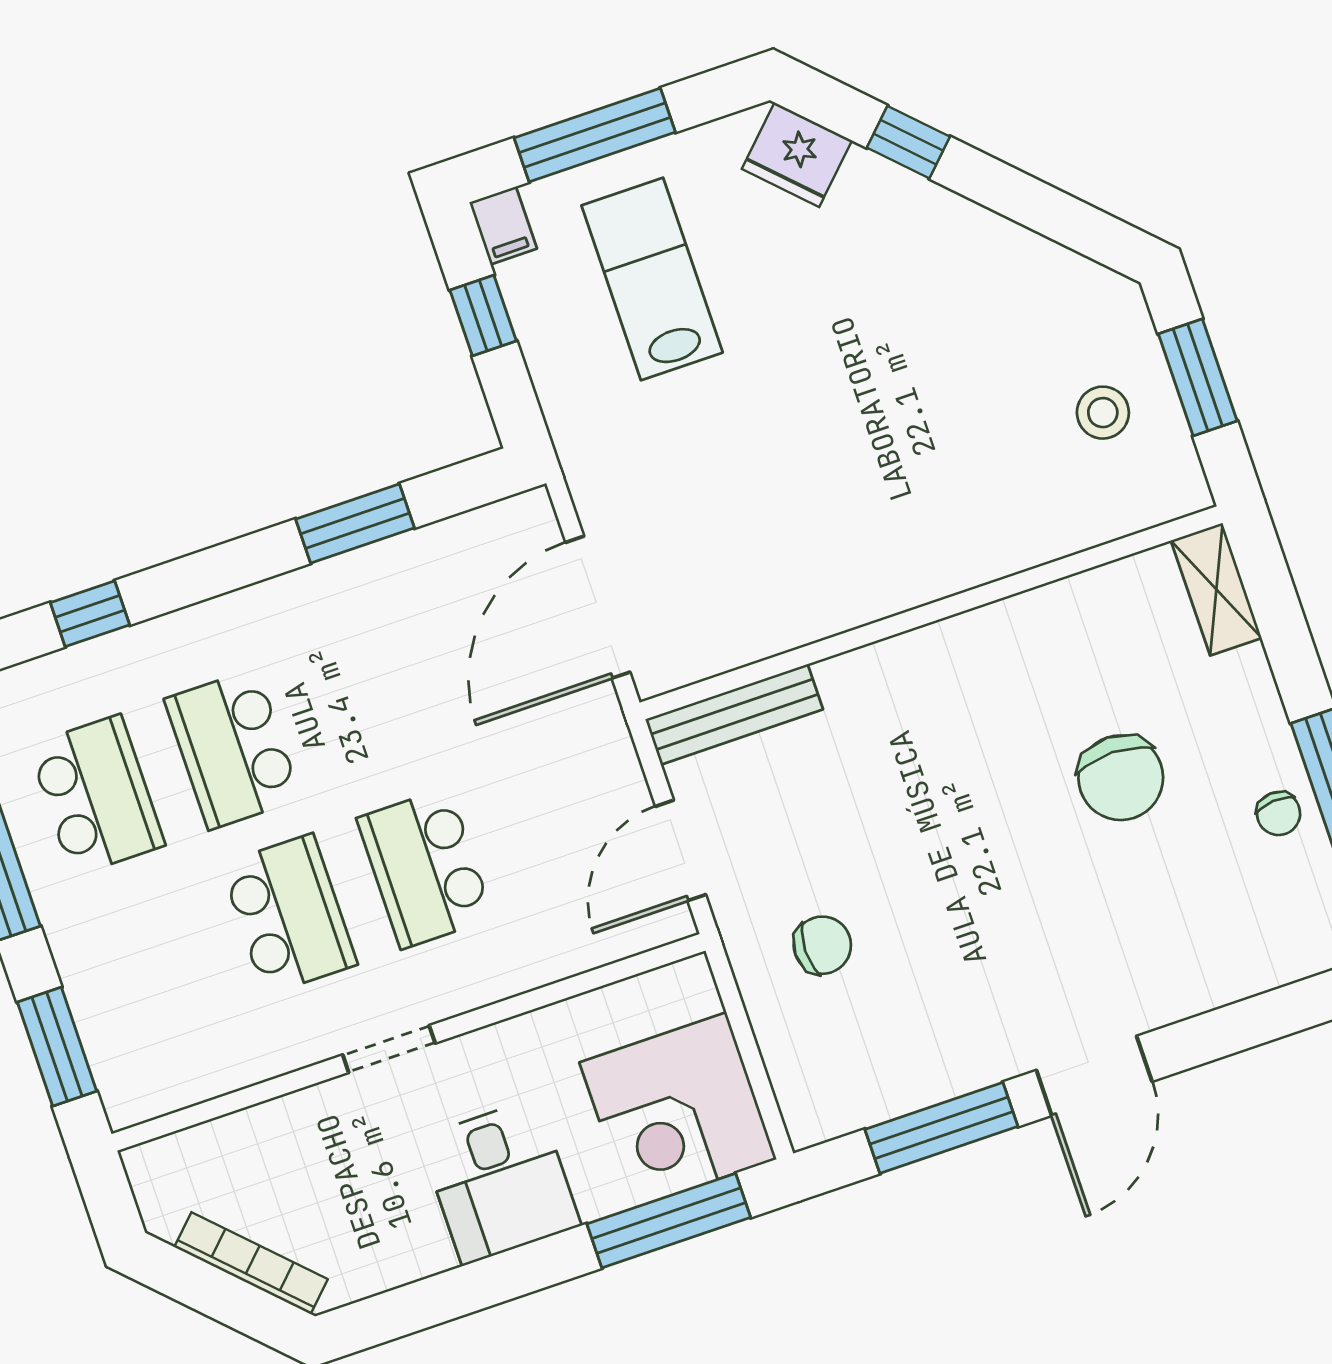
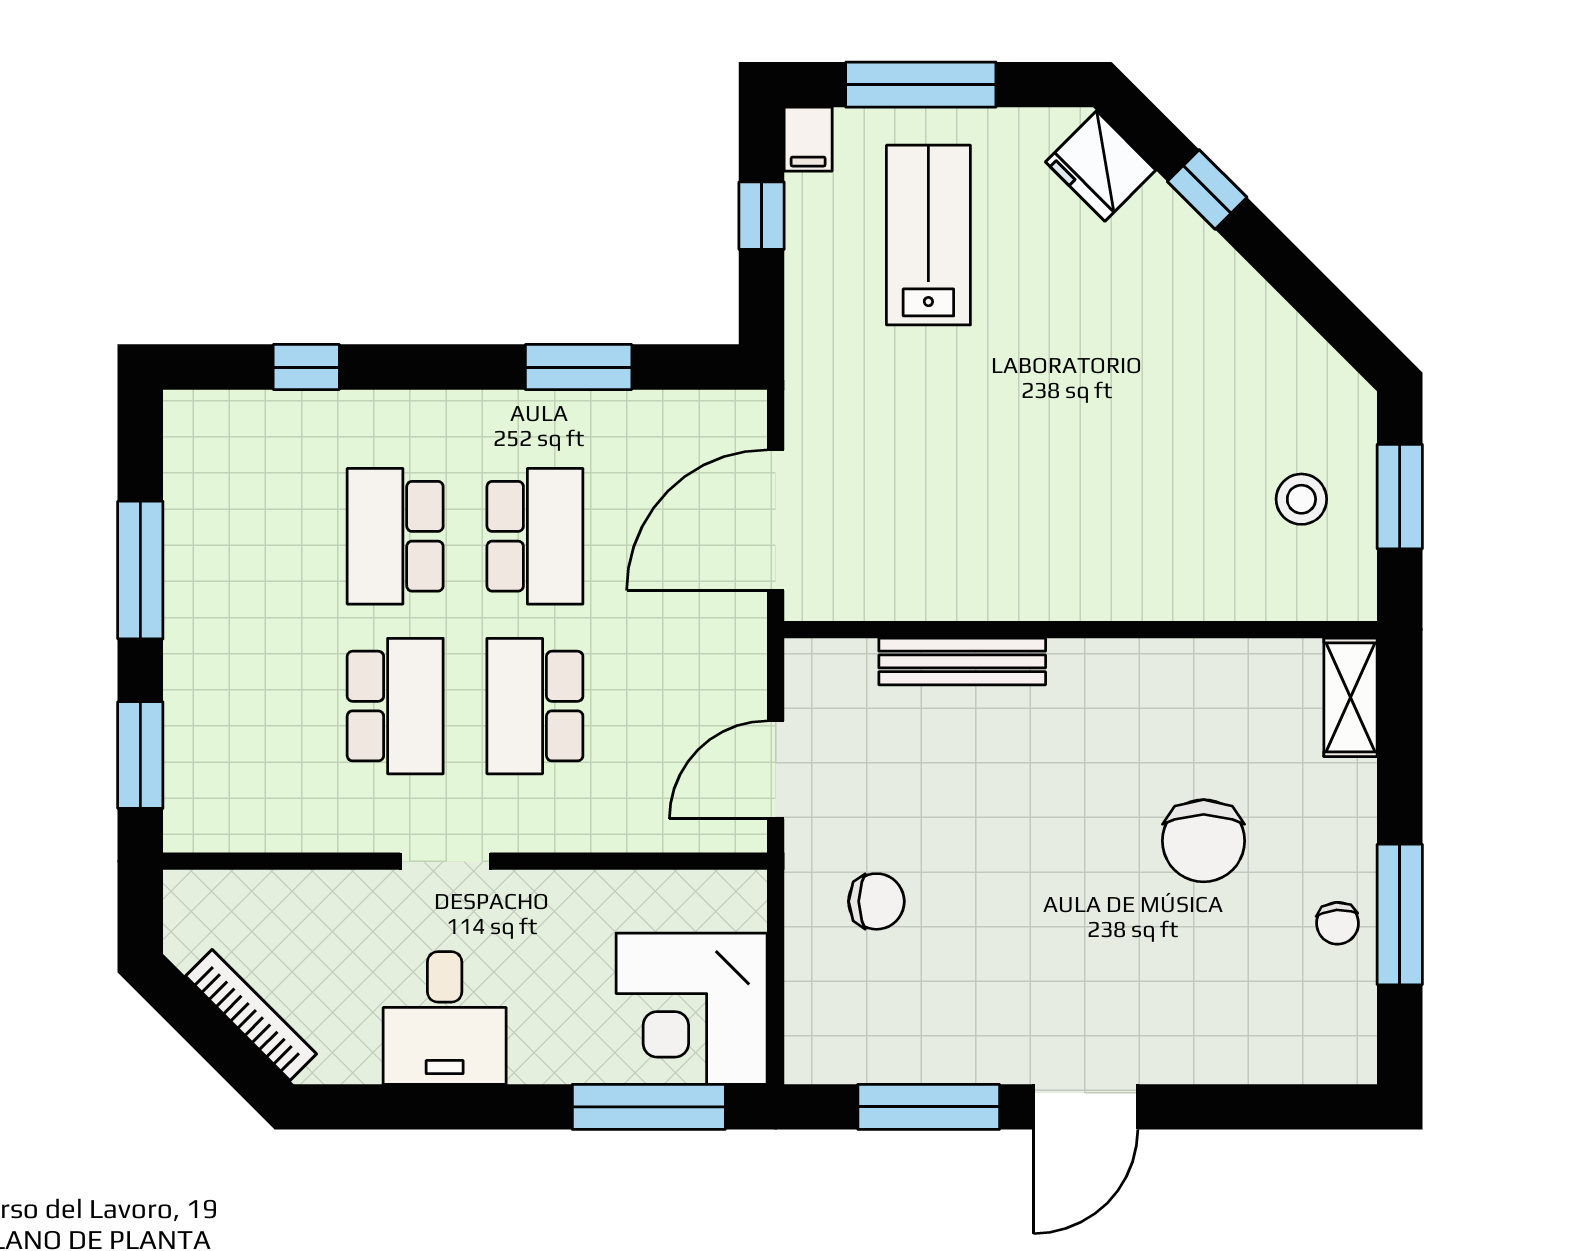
bench: (734, 714) -> (962, 661), moved
school desk: (97, 795) -> (535, 536), moved
desk: (500, 1182) -> (445, 1018), moved

